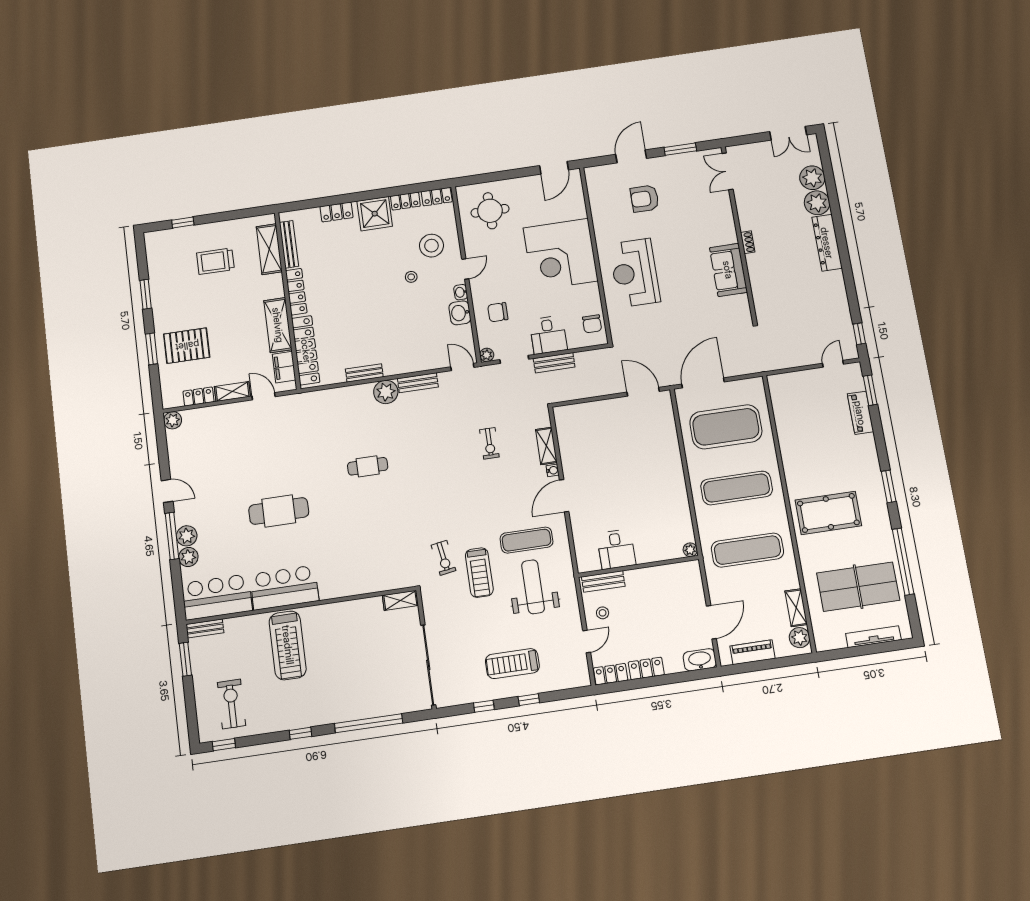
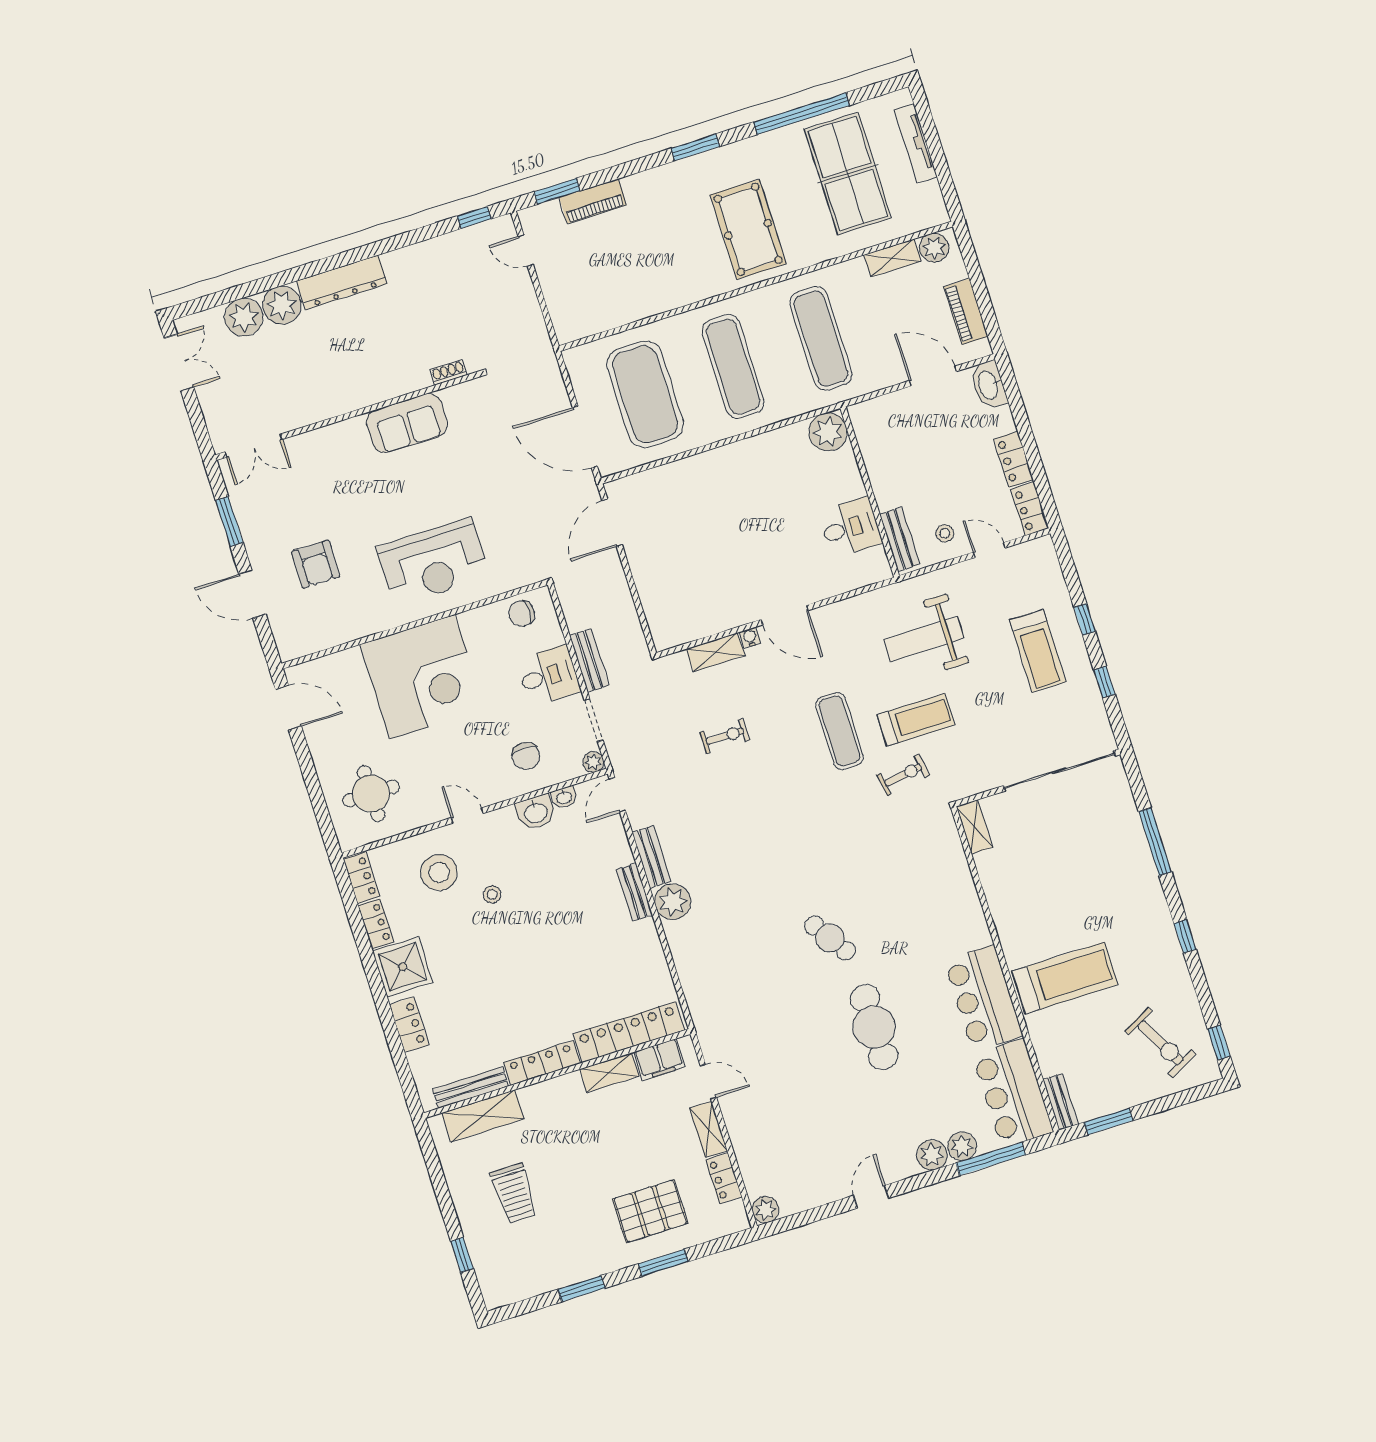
shoe rack: (748, 242) -> (449, 372), moved
washbasin: (461, 292) -> (564, 797), moved
chair: (592, 324) -> (521, 613), turned 180
shelving: (278, 325) -> (609, 1073), width x0.67, depth x0.75
pallet: (187, 346) -> (650, 1211), turned 90
bench: (364, 373) -> (635, 892), moved
door: (264, 396) -> (708, 1082), swing flipped
cafe table: (368, 466) -> (830, 938), moved, turned -34
window: (172, 536) -> (991, 1159), moved
exercise mat: (526, 540) -> (840, 731), moved
plant: (690, 550) -> (828, 432), width x1.88, depth x1.88
exercise bike: (232, 704) -> (1160, 1043), turned -118
window: (369, 723) -> (1155, 842), width x0.68

